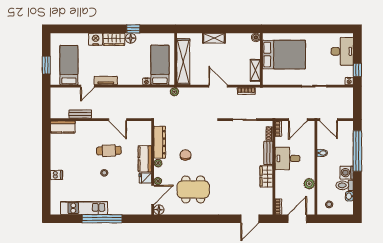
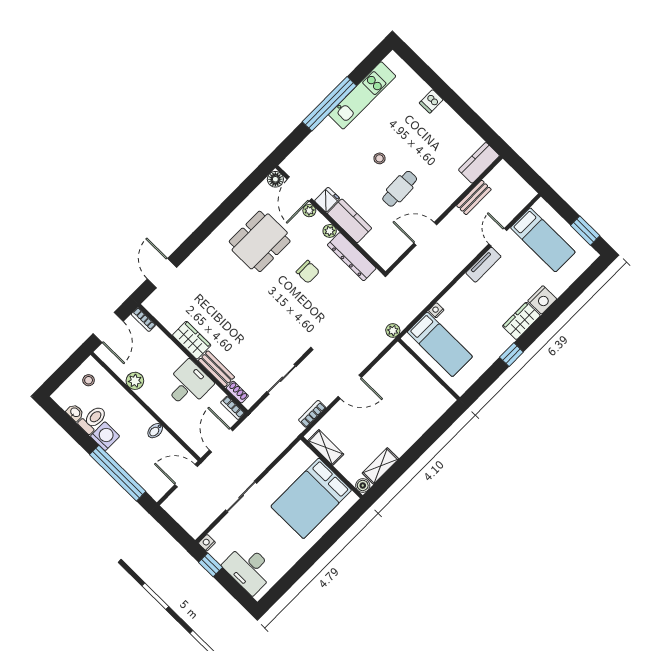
floor lamp: (131, 38) -> (504, 341), removed
shelving: (214, 38) -> (380, 466), moved
shelving: (183, 62) -> (417, 375), removed
window: (46, 65) -> (585, 231), moved

